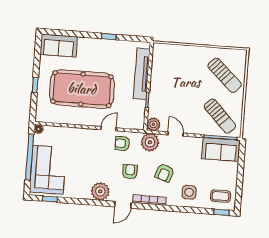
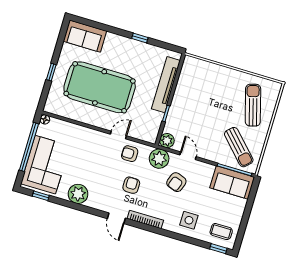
sun lounger: (225, 75) -> (253, 105), turned -149
armchair: (165, 173) -> (176, 182), moved
plant: (100, 191) -> (78, 194), moved
door: (123, 205) -> (116, 218), hinge flipped

